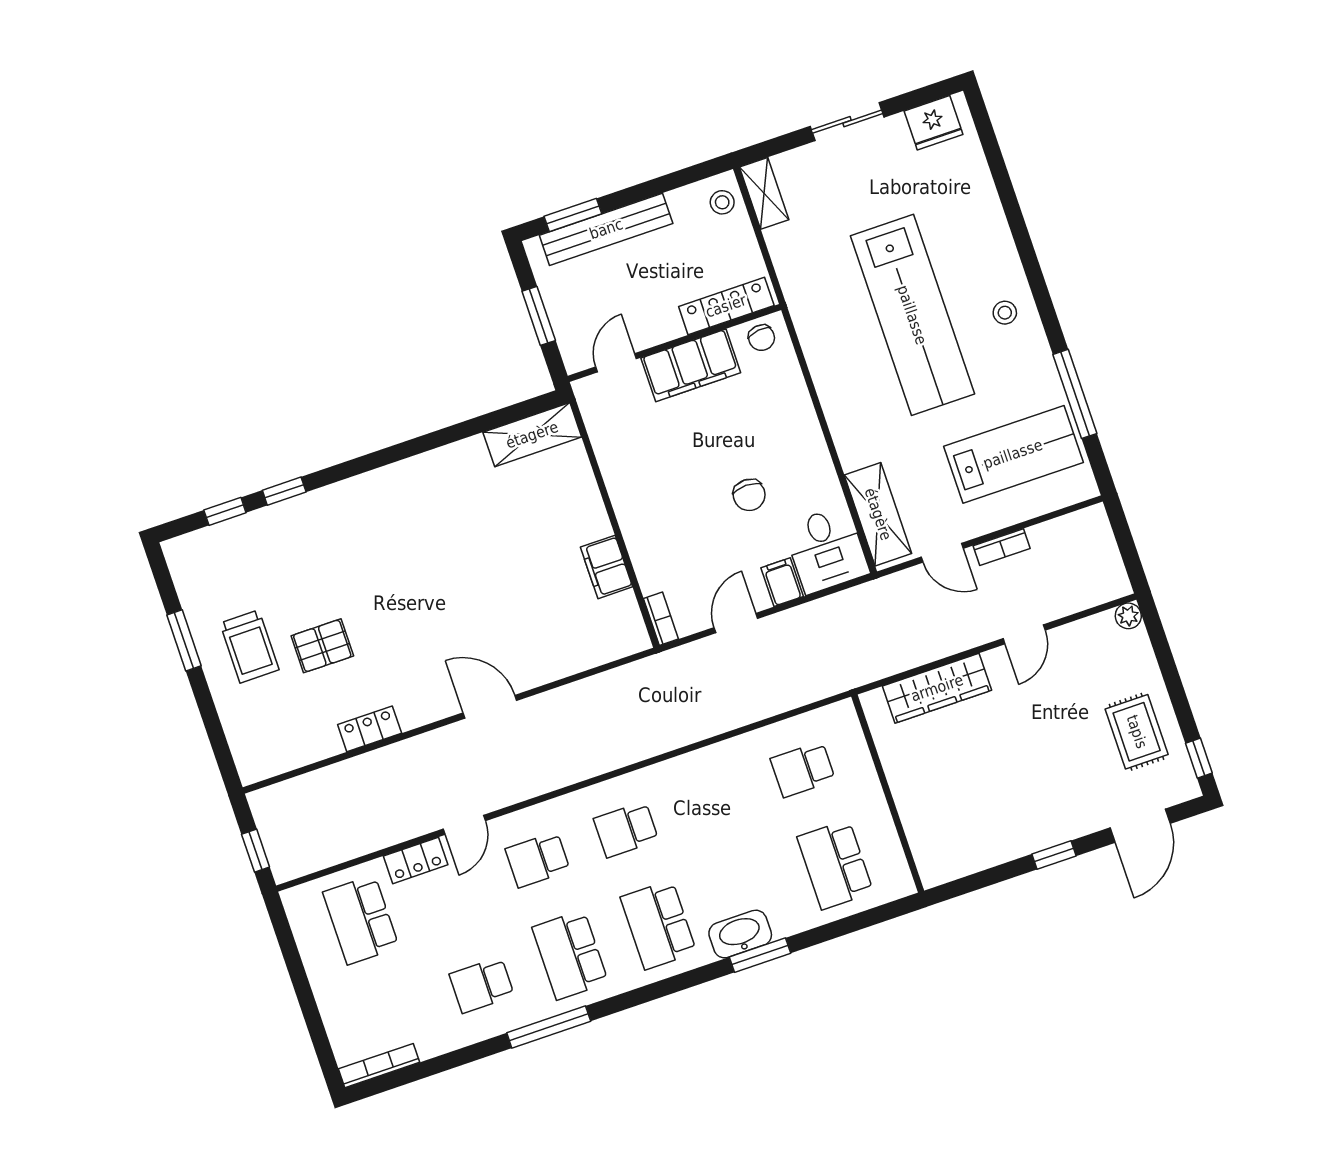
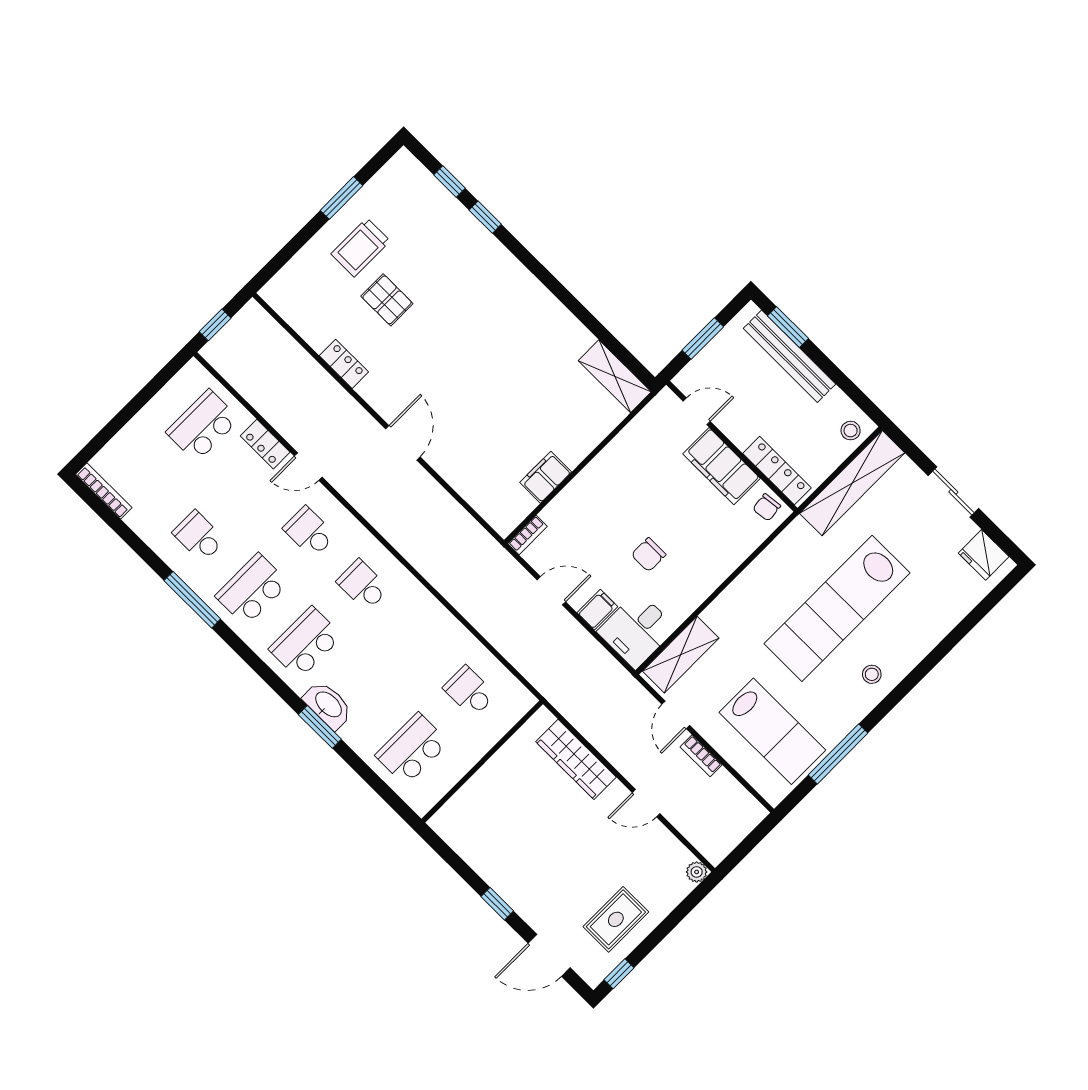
shelving: (764, 193) -> (852, 483), width x2.20, depth x1.33

